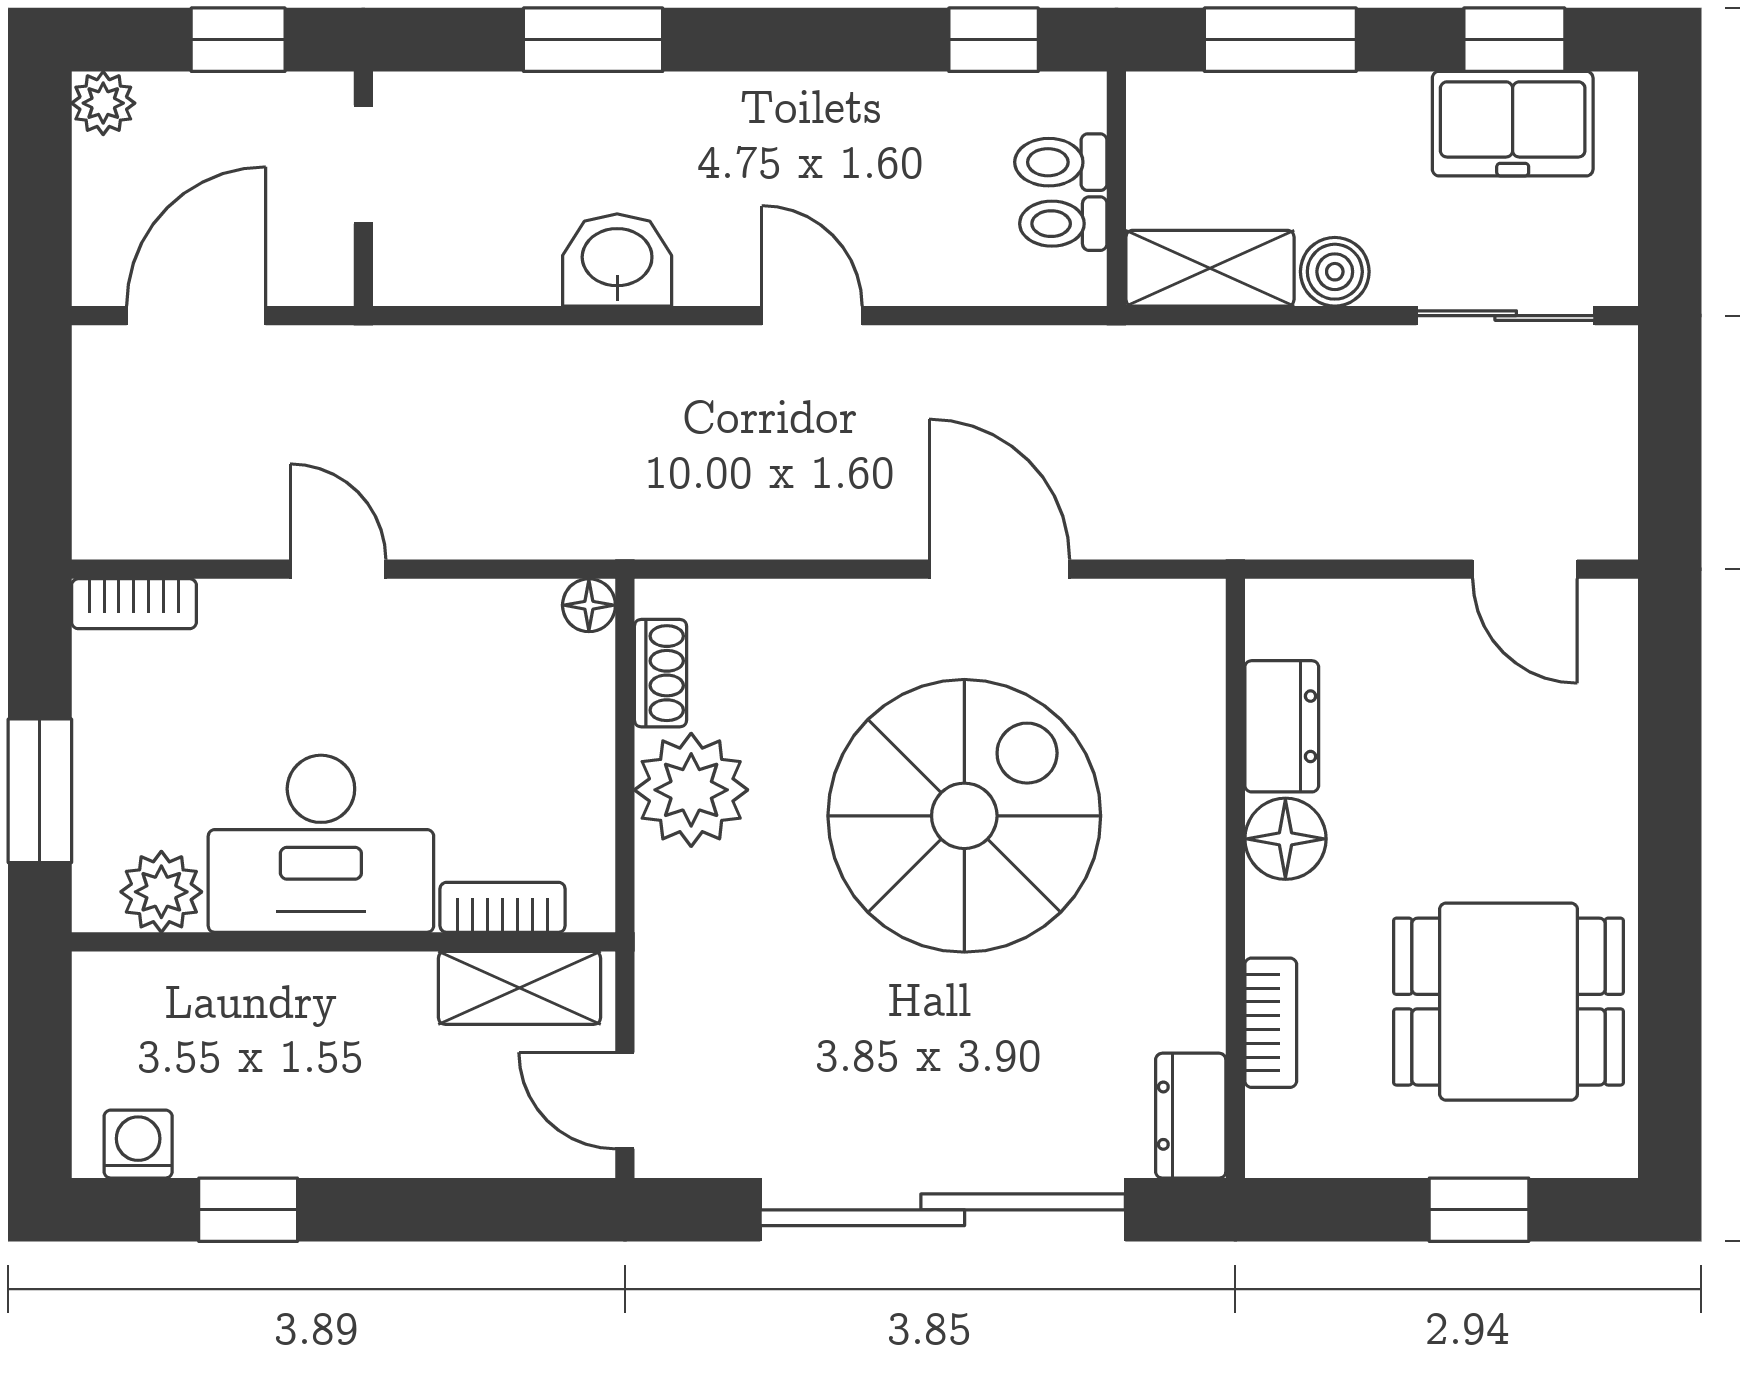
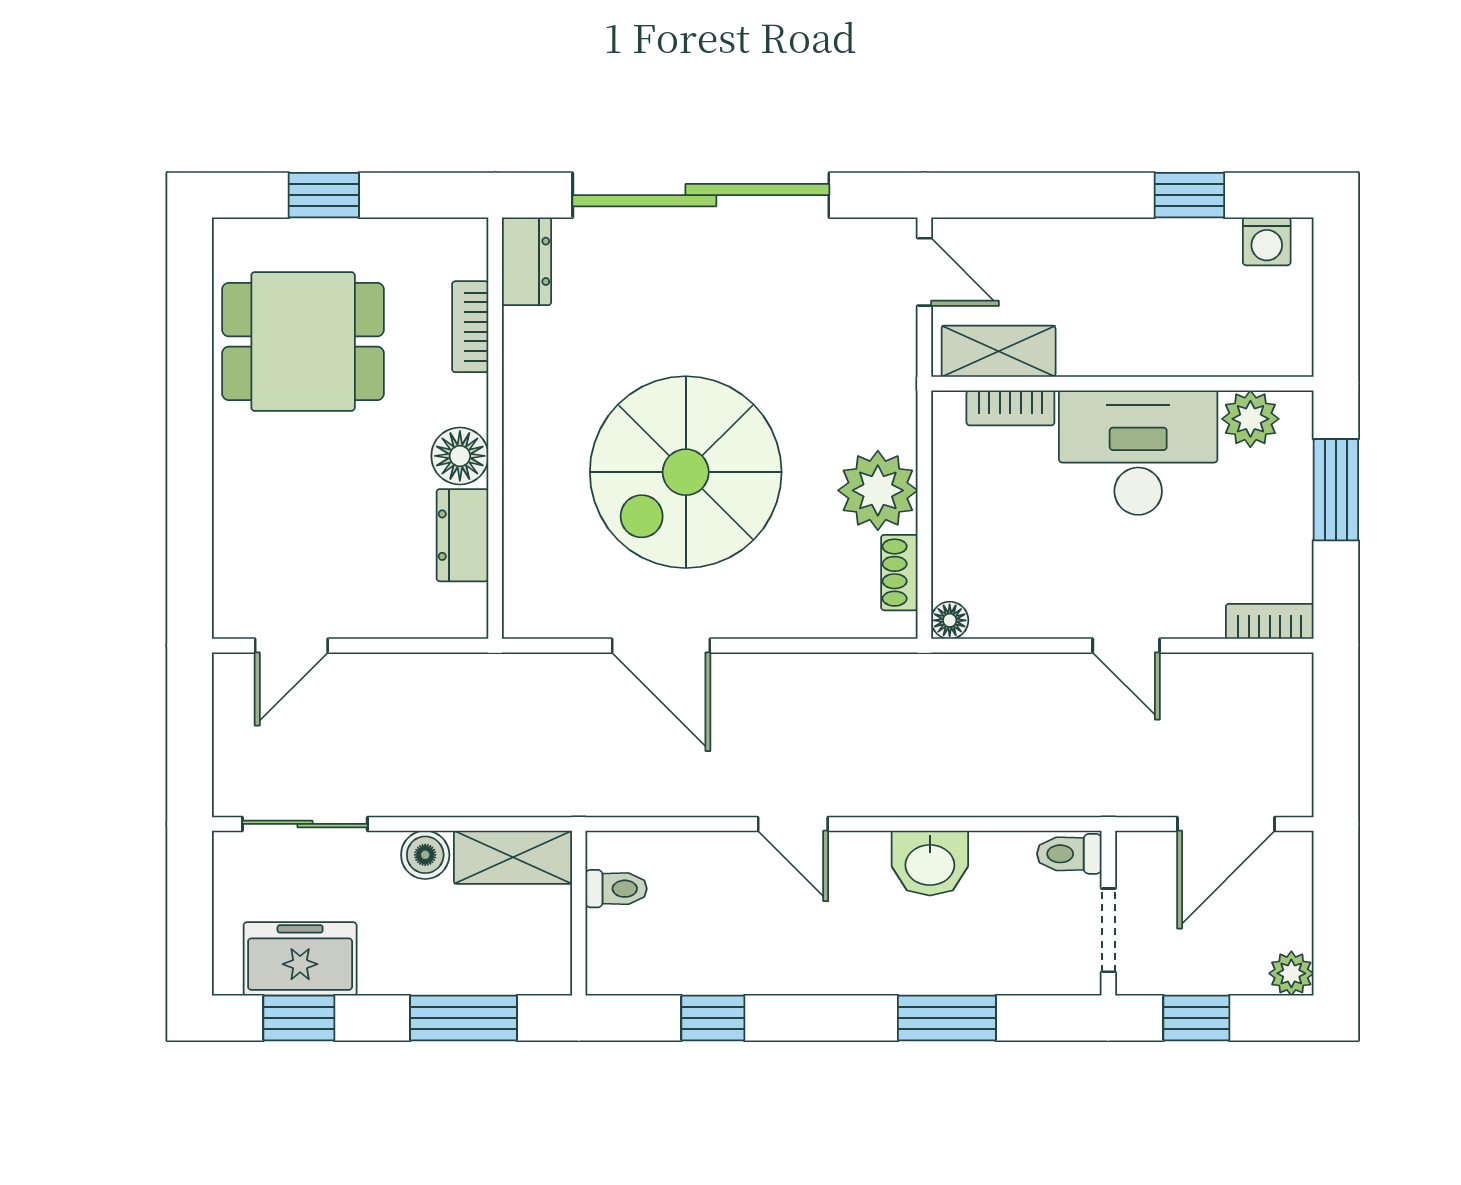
window: (994, 40) -> (713, 1018), moved
toilet: (1061, 162) -> (1069, 854), moved, turned 180
door: (1525, 569) -> (291, 646), swing flipped

